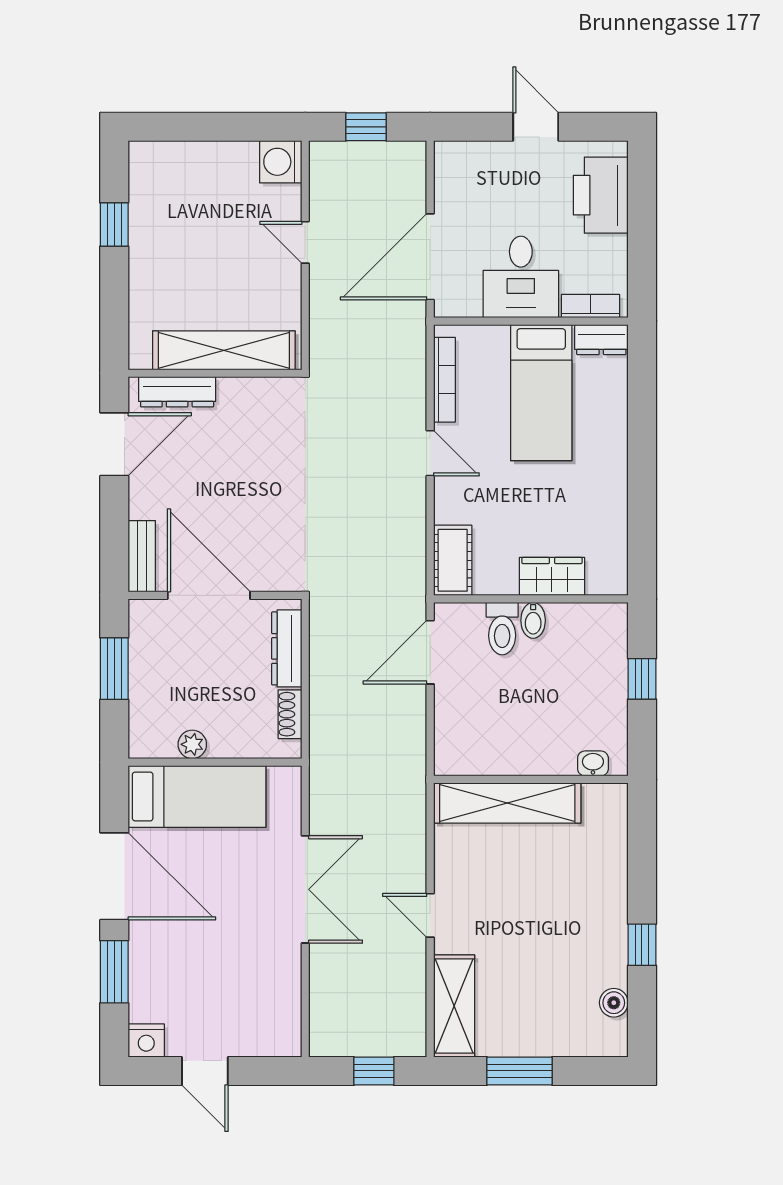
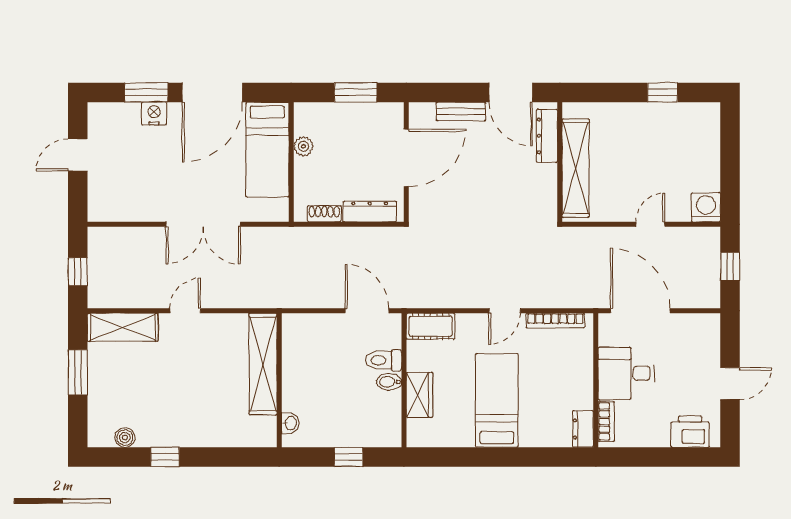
printer: (601, 195) -> (690, 432), width x0.73, depth x0.84
bed: (541, 393) -> (497, 400), moved, turned 90
bench: (142, 556) -> (461, 111), moved
nightstand: (146, 1040) -> (154, 114), moved, turned 90

